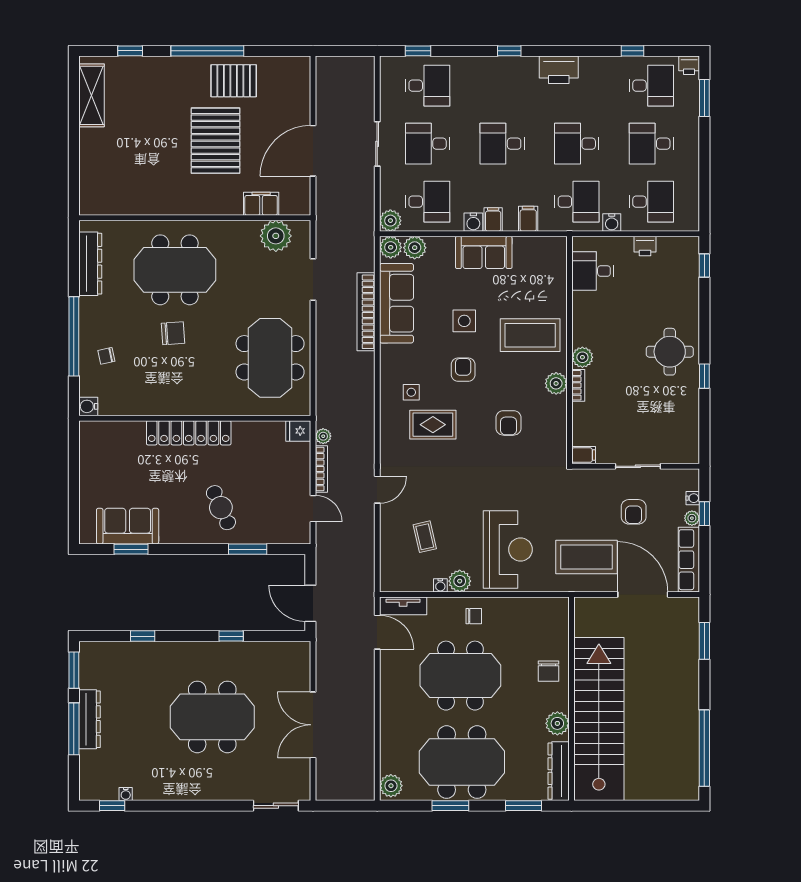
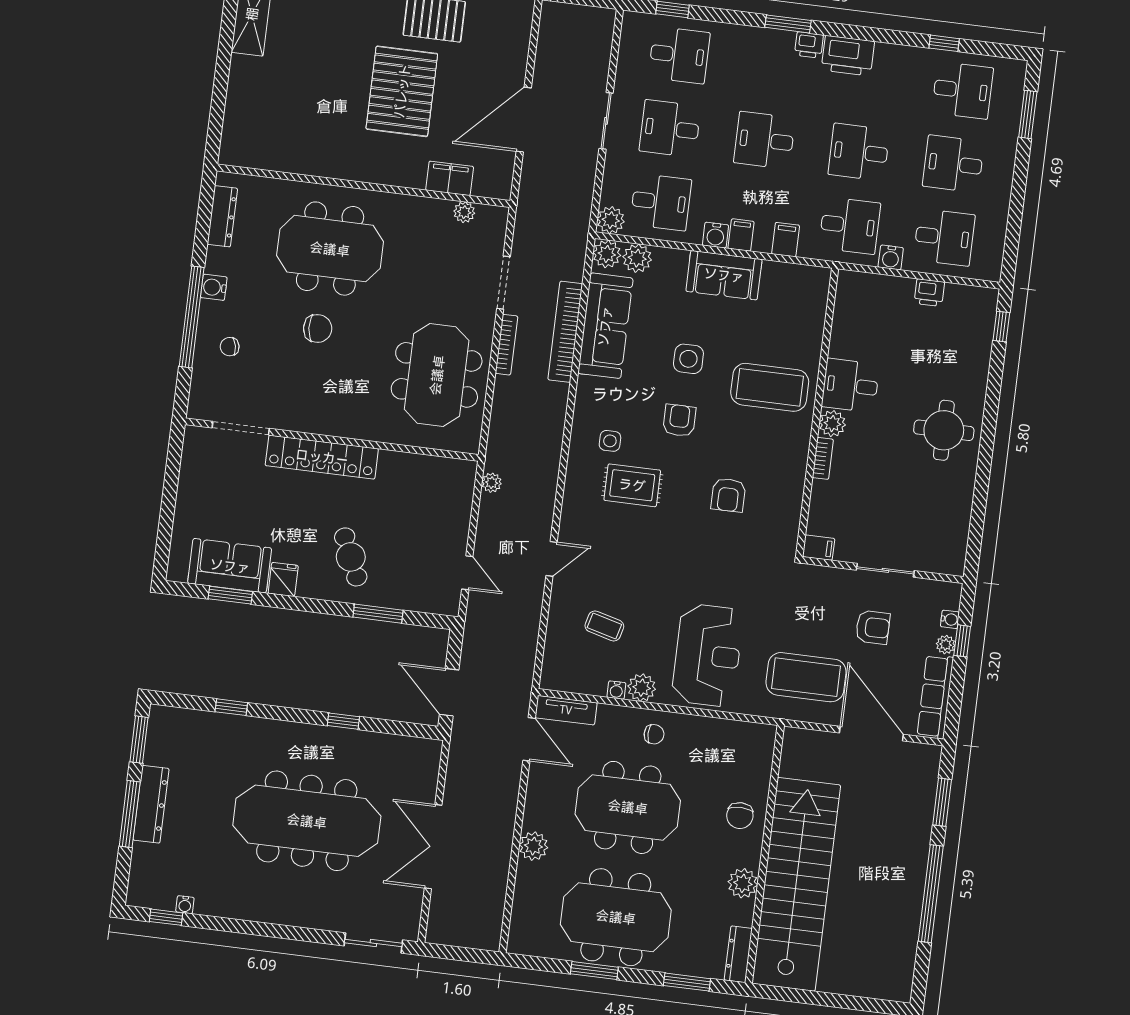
window: (509, 51) -> (788, 24), width x1.50
printer: (689, 65) -> (809, 45), moved
plant: (276, 236) -> (464, 212), width x0.53, depth x0.53
dresser: (90, 264) -> (222, 216), width x0.73, depth x0.80
desk: (593, 271) -> (850, 385), moved
window: (704, 376) -> (984, 467), removed
plant: (556, 383) -> (795, 452), removed
water cooler: (88, 406) -> (214, 287), moved
doorway: (123, 418) -> (241, 428), added
fridge: (298, 431) -> (283, 579), moved, turned 90
bookcase: (321, 469) -> (506, 345), moved
armchair: (634, 512) -> (873, 627), turned -90
coffee table: (425, 537) -> (604, 626), turned -62
meeting table: (212, 717) -> (307, 821), width x1.36
window: (704, 748) -> (931, 894), moved
dresser: (559, 771) -> (738, 954), width x0.73, depth x0.80
plant: (391, 786) -> (533, 846), moved

